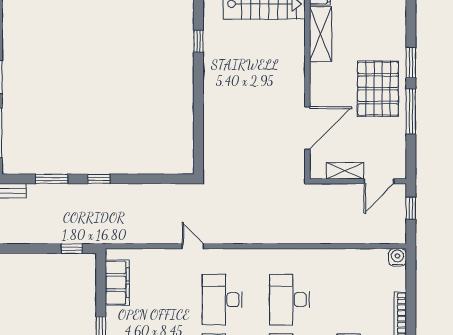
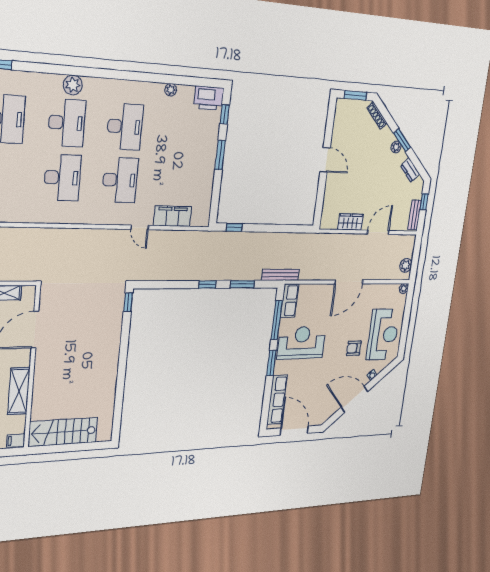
shelving: (321, 34) -> (19, 391), moved
window: (198, 41) -> (128, 302), moved
filing cabinet: (117, 283) -> (172, 216), moved, turned 90

